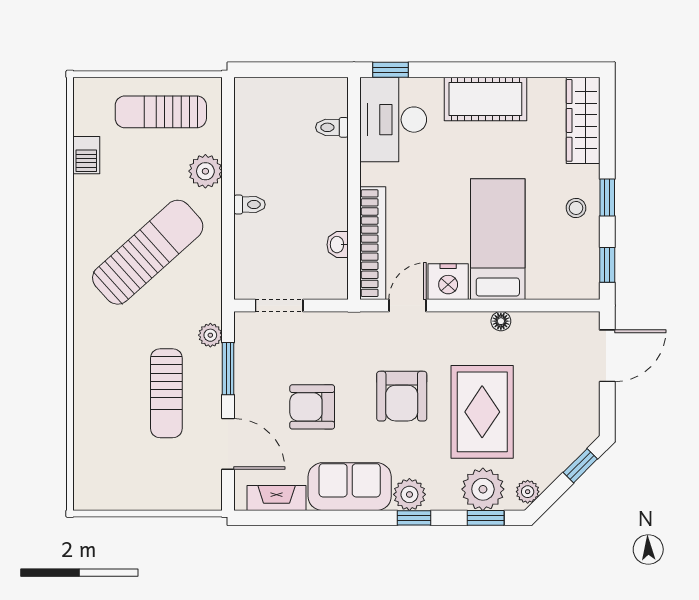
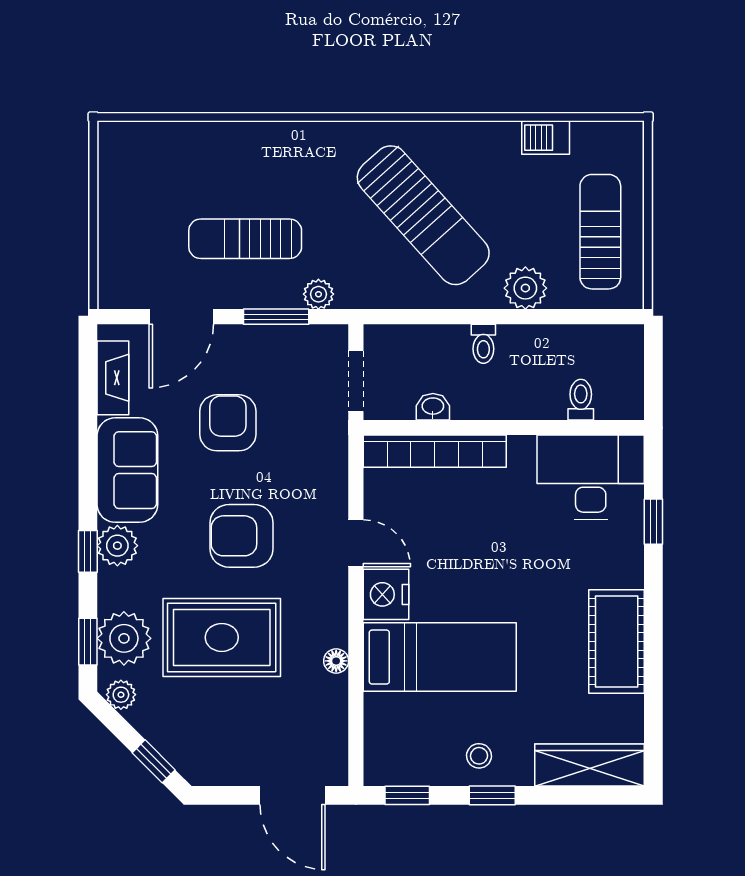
desk: (393, 120) -> (591, 477), moved
toilet: (332, 127) -> (581, 400), moved
wall: (354, 188) -> (504, 428), moved
bookcase: (373, 243) -> (435, 451), moved
washbasin: (338, 245) -> (433, 407), moved

